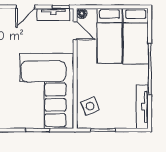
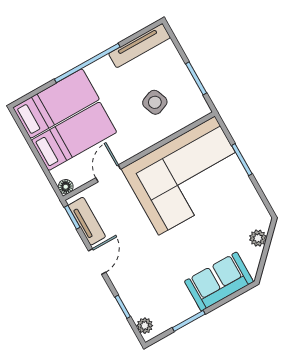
door: (25, 7) -> (97, 261), hinge flipped
door: (75, 31) -> (108, 173), moved
side table: (90, 106) -> (155, 102), moved

